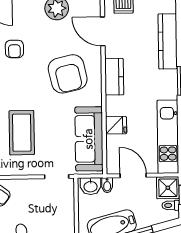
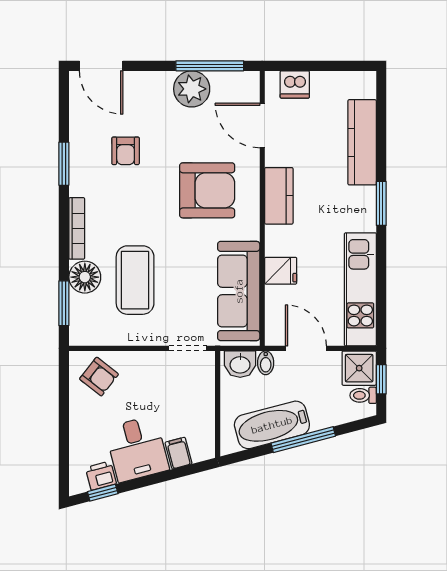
armchair: (68, 74) -> (207, 190), turned -77

